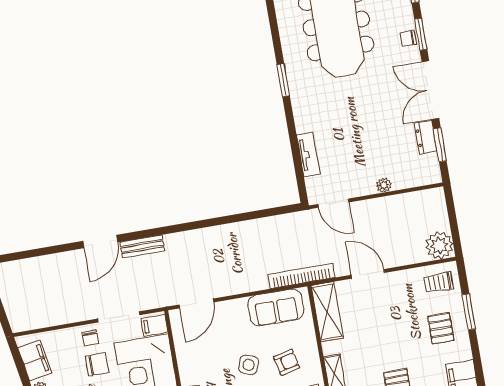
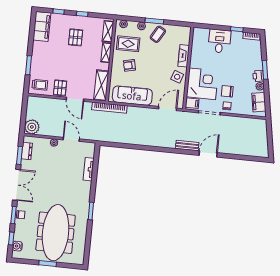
dresser: (426, 137) -> (27, 151), moved
door: (333, 203) -> (71, 139), moved
plant: (439, 245) -> (32, 127), moved
sofa: (276, 308) -> (132, 96), width x1.36
pallet: (441, 328) -> (60, 88), moved
side table: (249, 365) -> (177, 77), moved

